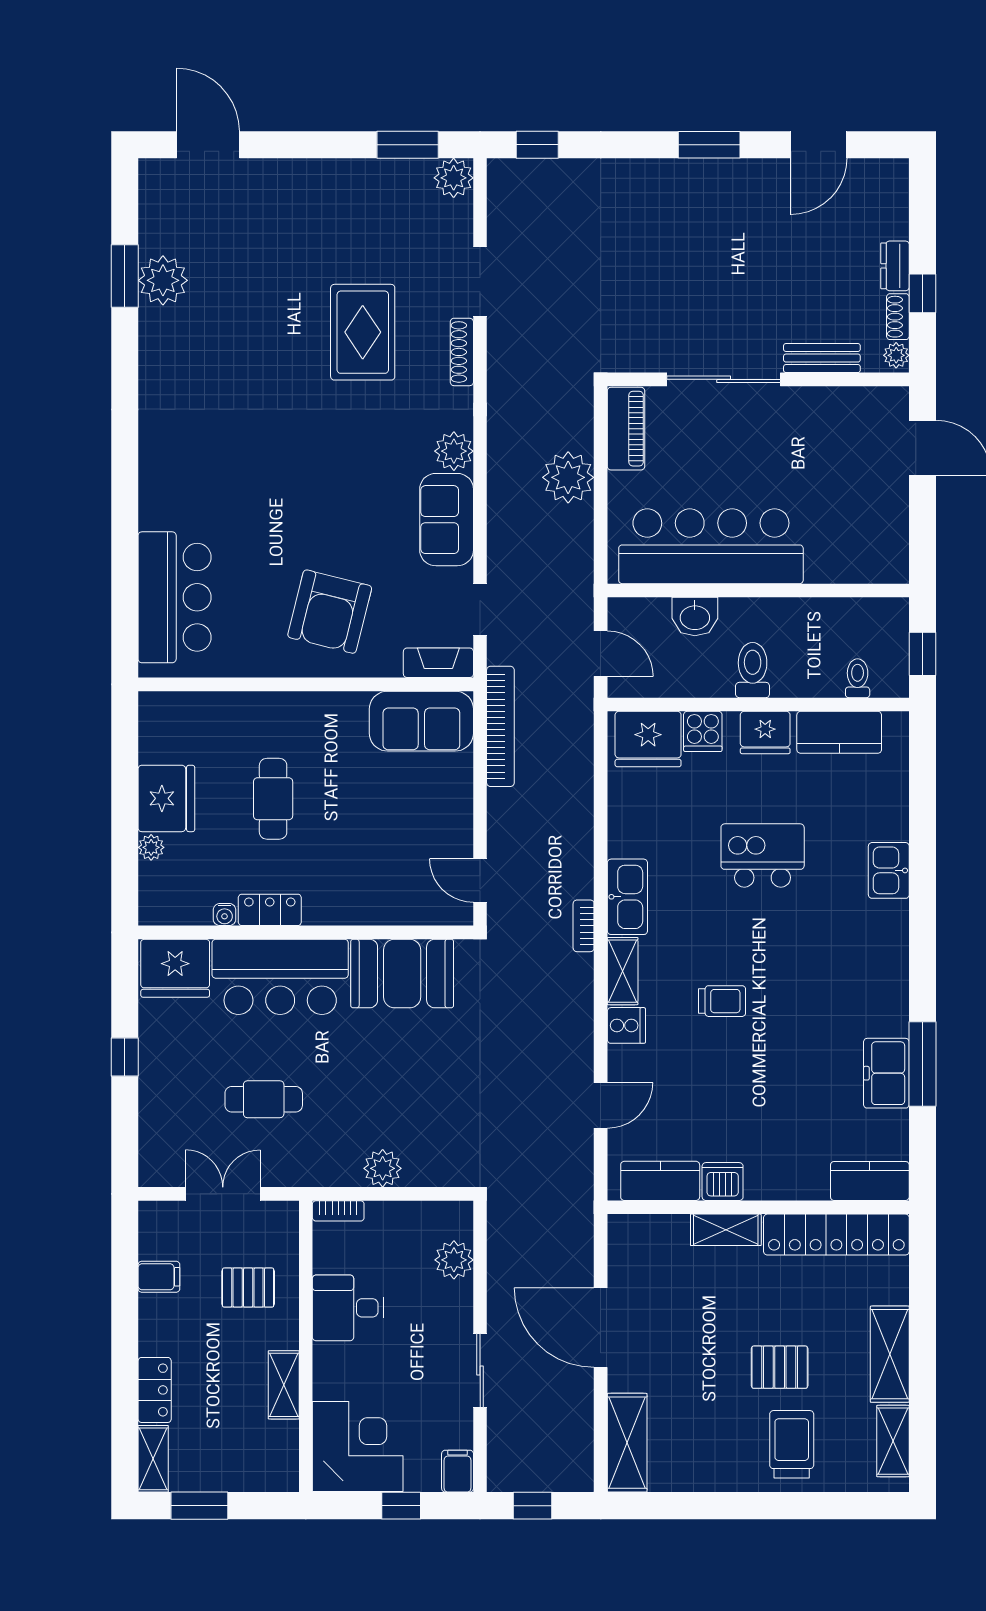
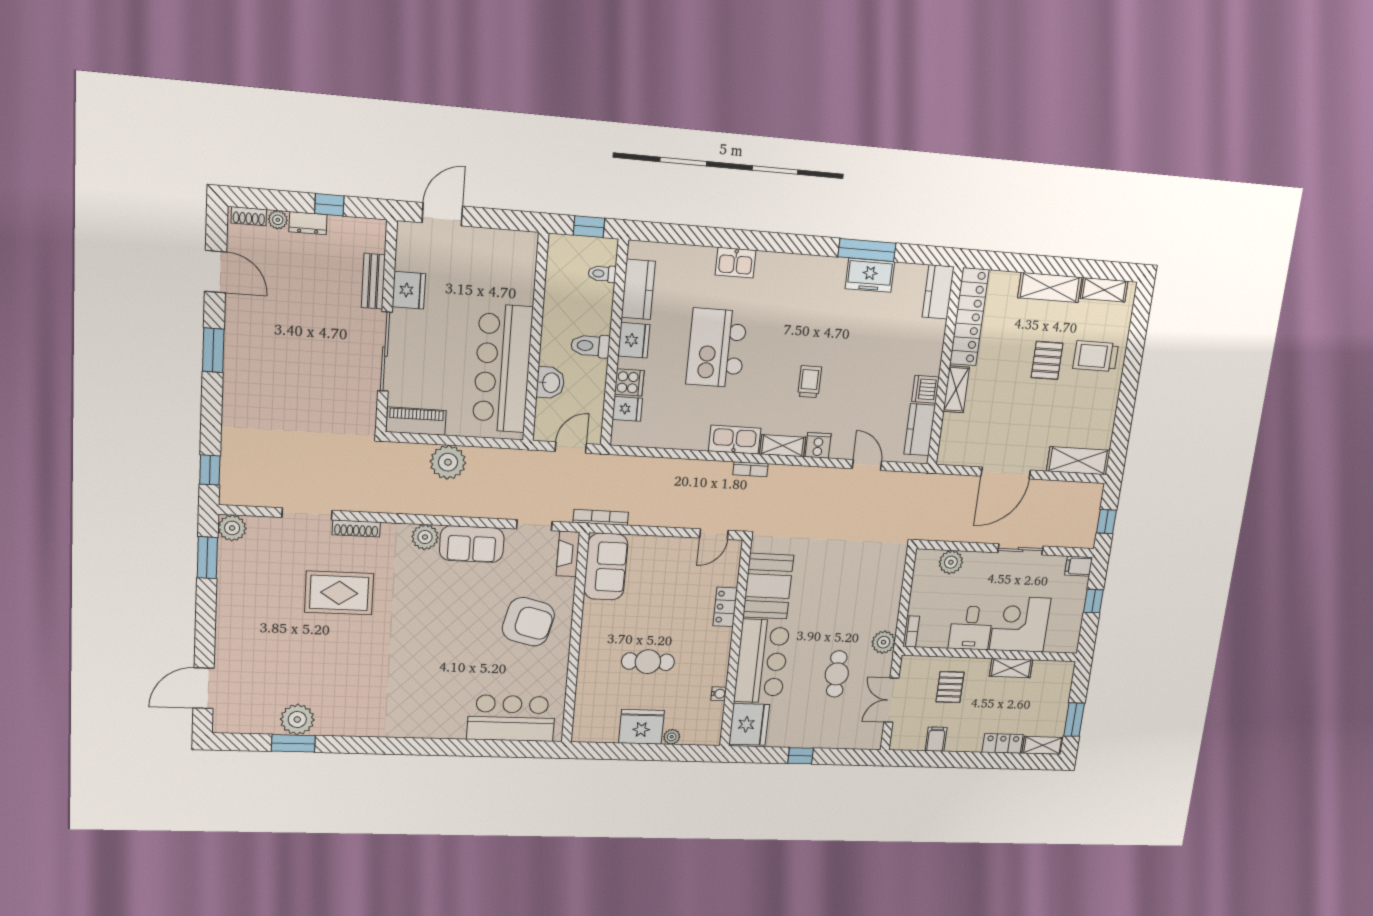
shoe rack: (898, 317) -> (249, 216), moved
plant: (896, 355) -> (278, 220), moved
fridge: (813, 408) -> (409, 290), added
bookcase: (500, 726) -> (601, 517), width x0.68, depth x0.76
fridge: (648, 739) -> (627, 409), width x0.53, depth x0.75
kitchen island: (763, 855) -> (717, 348), width x1.37, depth x1.28
locker: (270, 910) -> (725, 607), moved
plant: (383, 1168) -> (884, 642), moved
corner desk: (358, 1447) -> (1020, 624), moved

